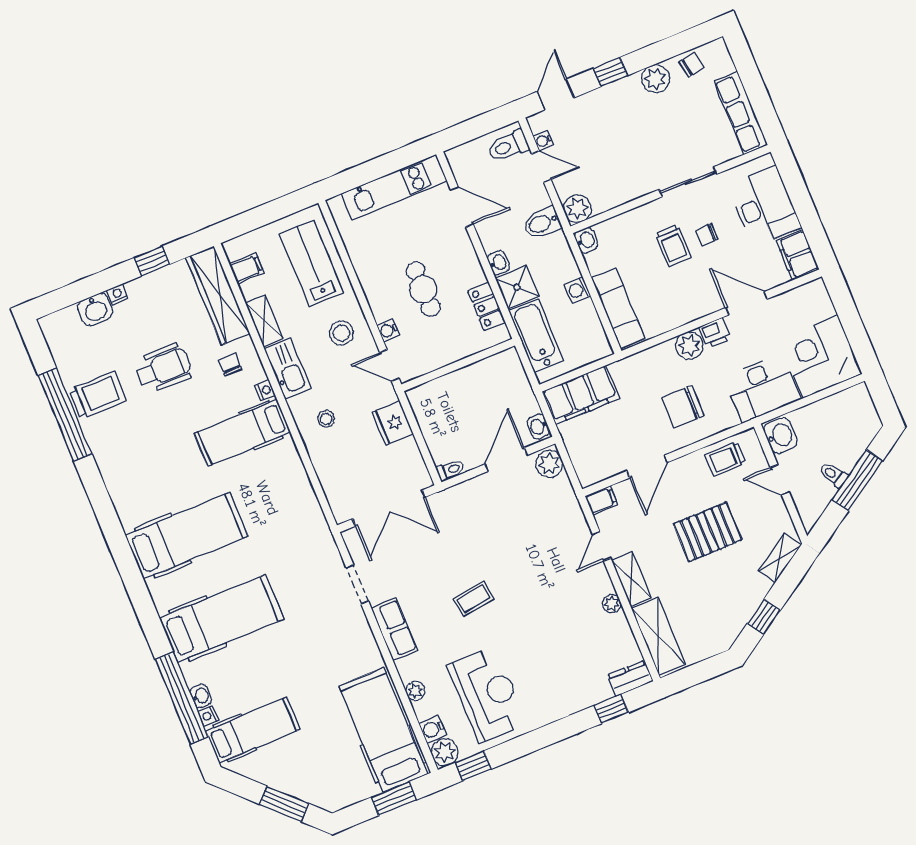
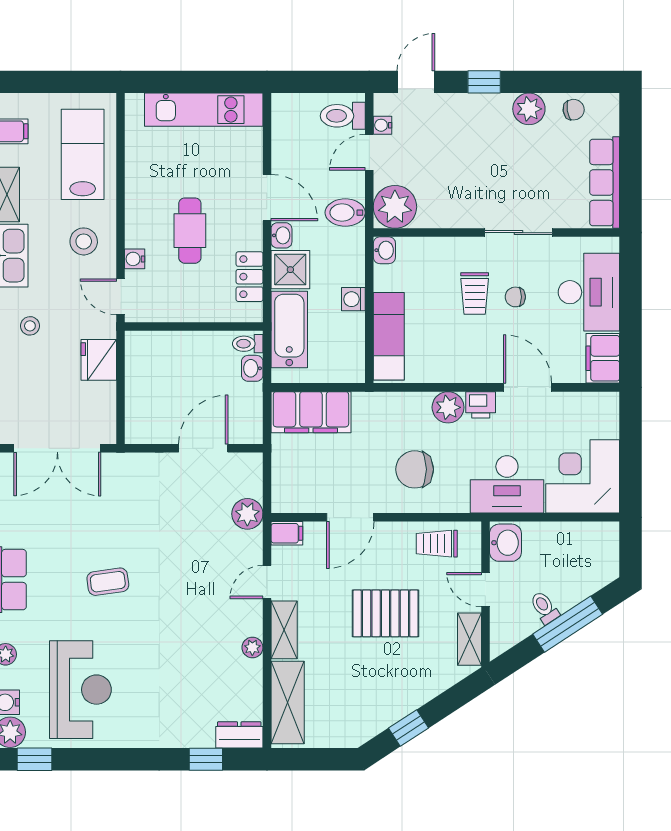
door: (541, 167) -> (369, 152), swing flipped
door: (462, 207) -> (267, 198), moved
plant: (578, 209) -> (395, 207), width x1.36, depth x1.36
washbasin: (538, 426) -> (252, 368), moved
plant: (549, 464) -> (247, 514), moved
toilet: (450, 470) -> (248, 344), moved, turned 180
shelving: (780, 558) -> (469, 639), moved, turned -57

